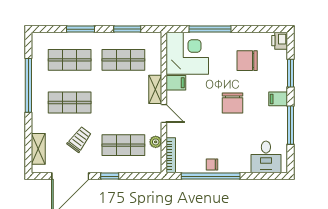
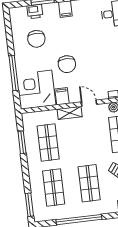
window: (81, 29) -> (29, 205), moved
printer: (280, 41) -> (35, 11), moved
chair: (233, 103) -> (67, 64), moved, turned 90
door: (164, 113) -> (89, 103), hinge flipped

